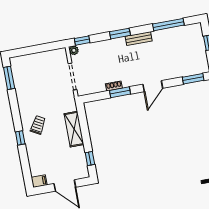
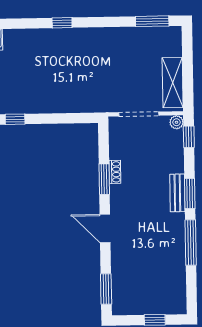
window: (168, 25) -> (191, 242), moved
bench: (139, 39) -> (177, 193), moved
trolley: (38, 125) -> (77, 52), removed
shelving: (74, 129) -> (173, 83), moved, turned 90

